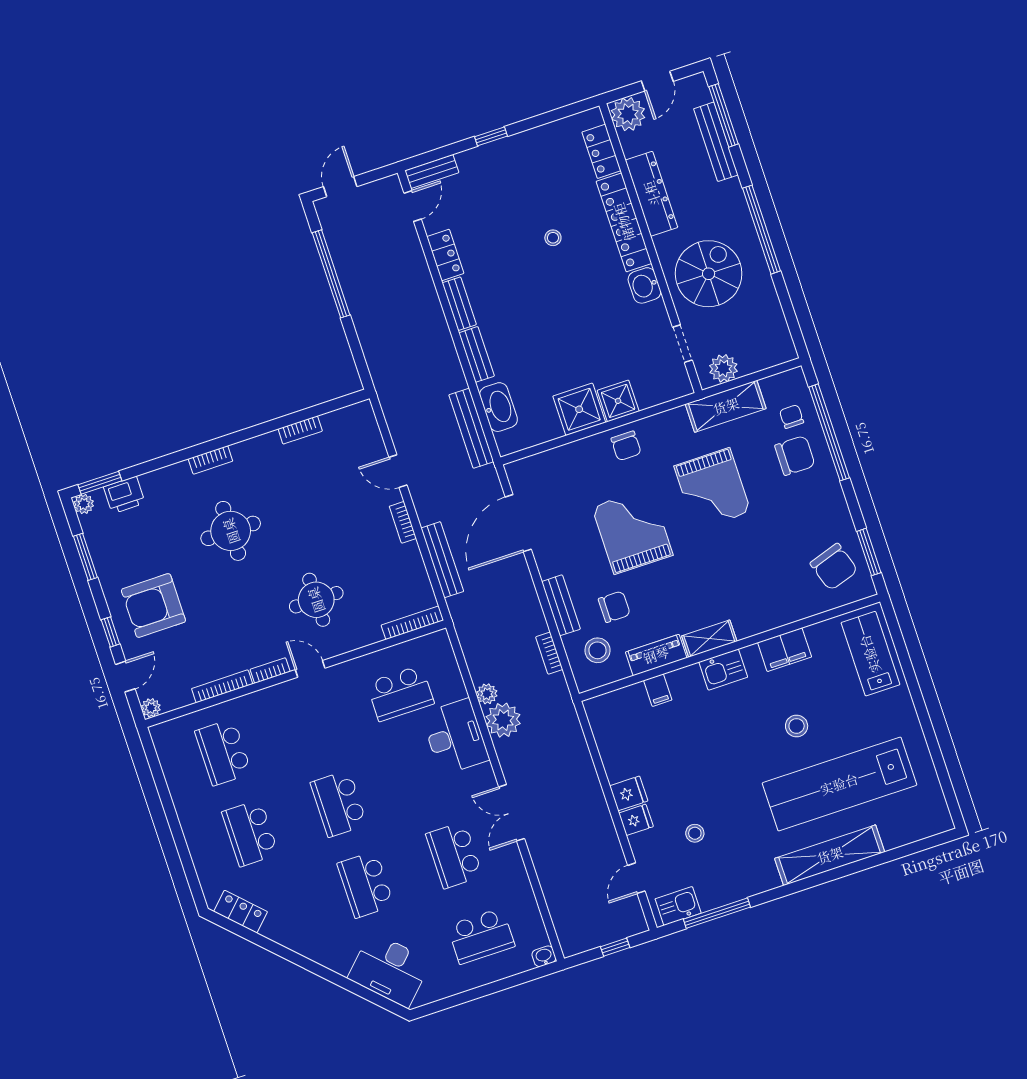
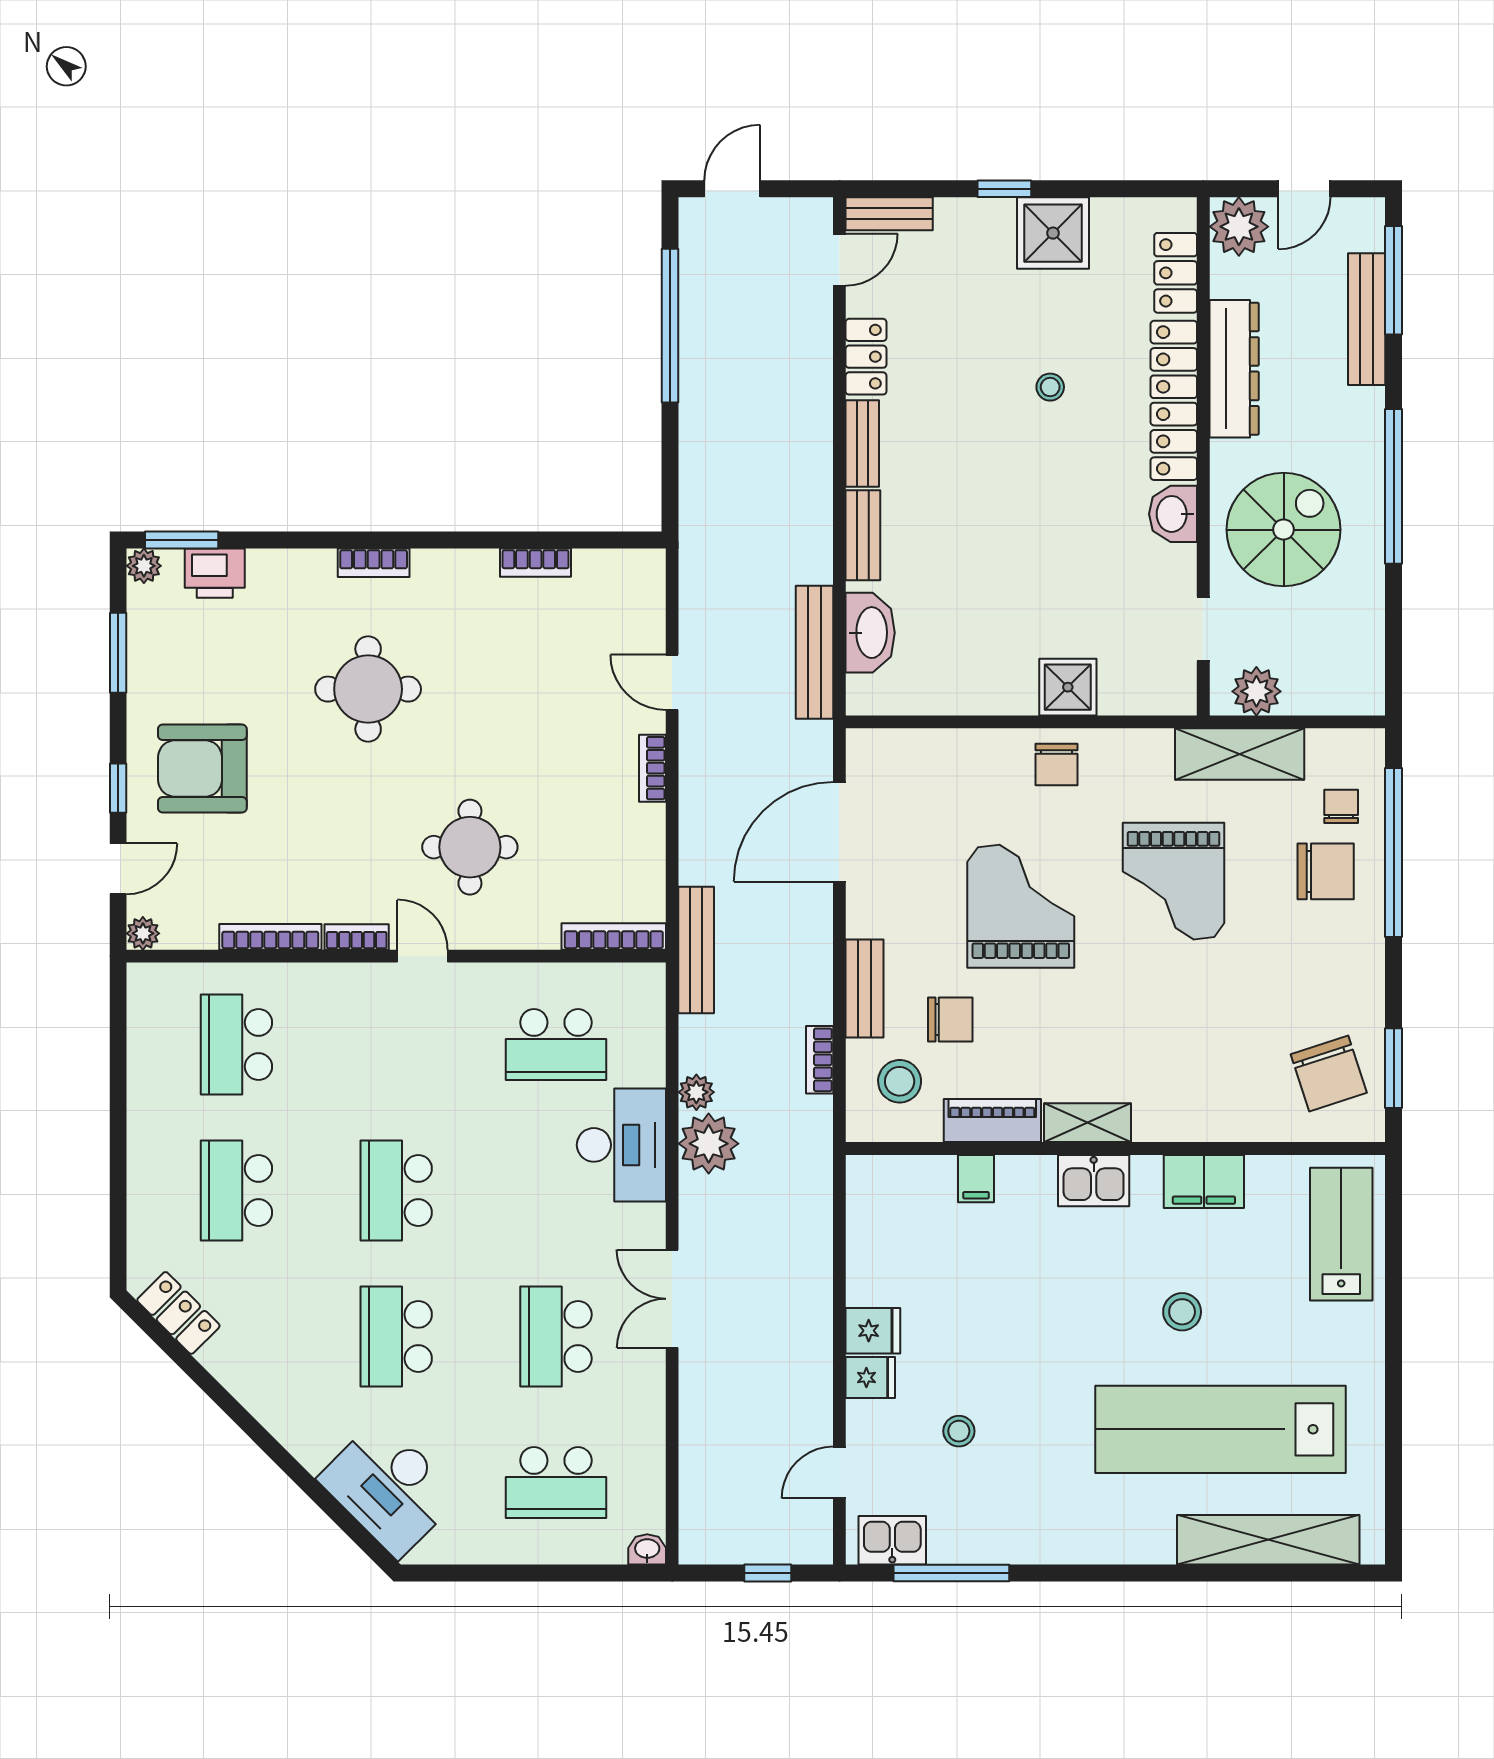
shower: (579, 409) -> (1053, 233), moved
bench: (442, 560) -> (696, 950), moved
shelving: (830, 855) -> (1268, 1540), moved

